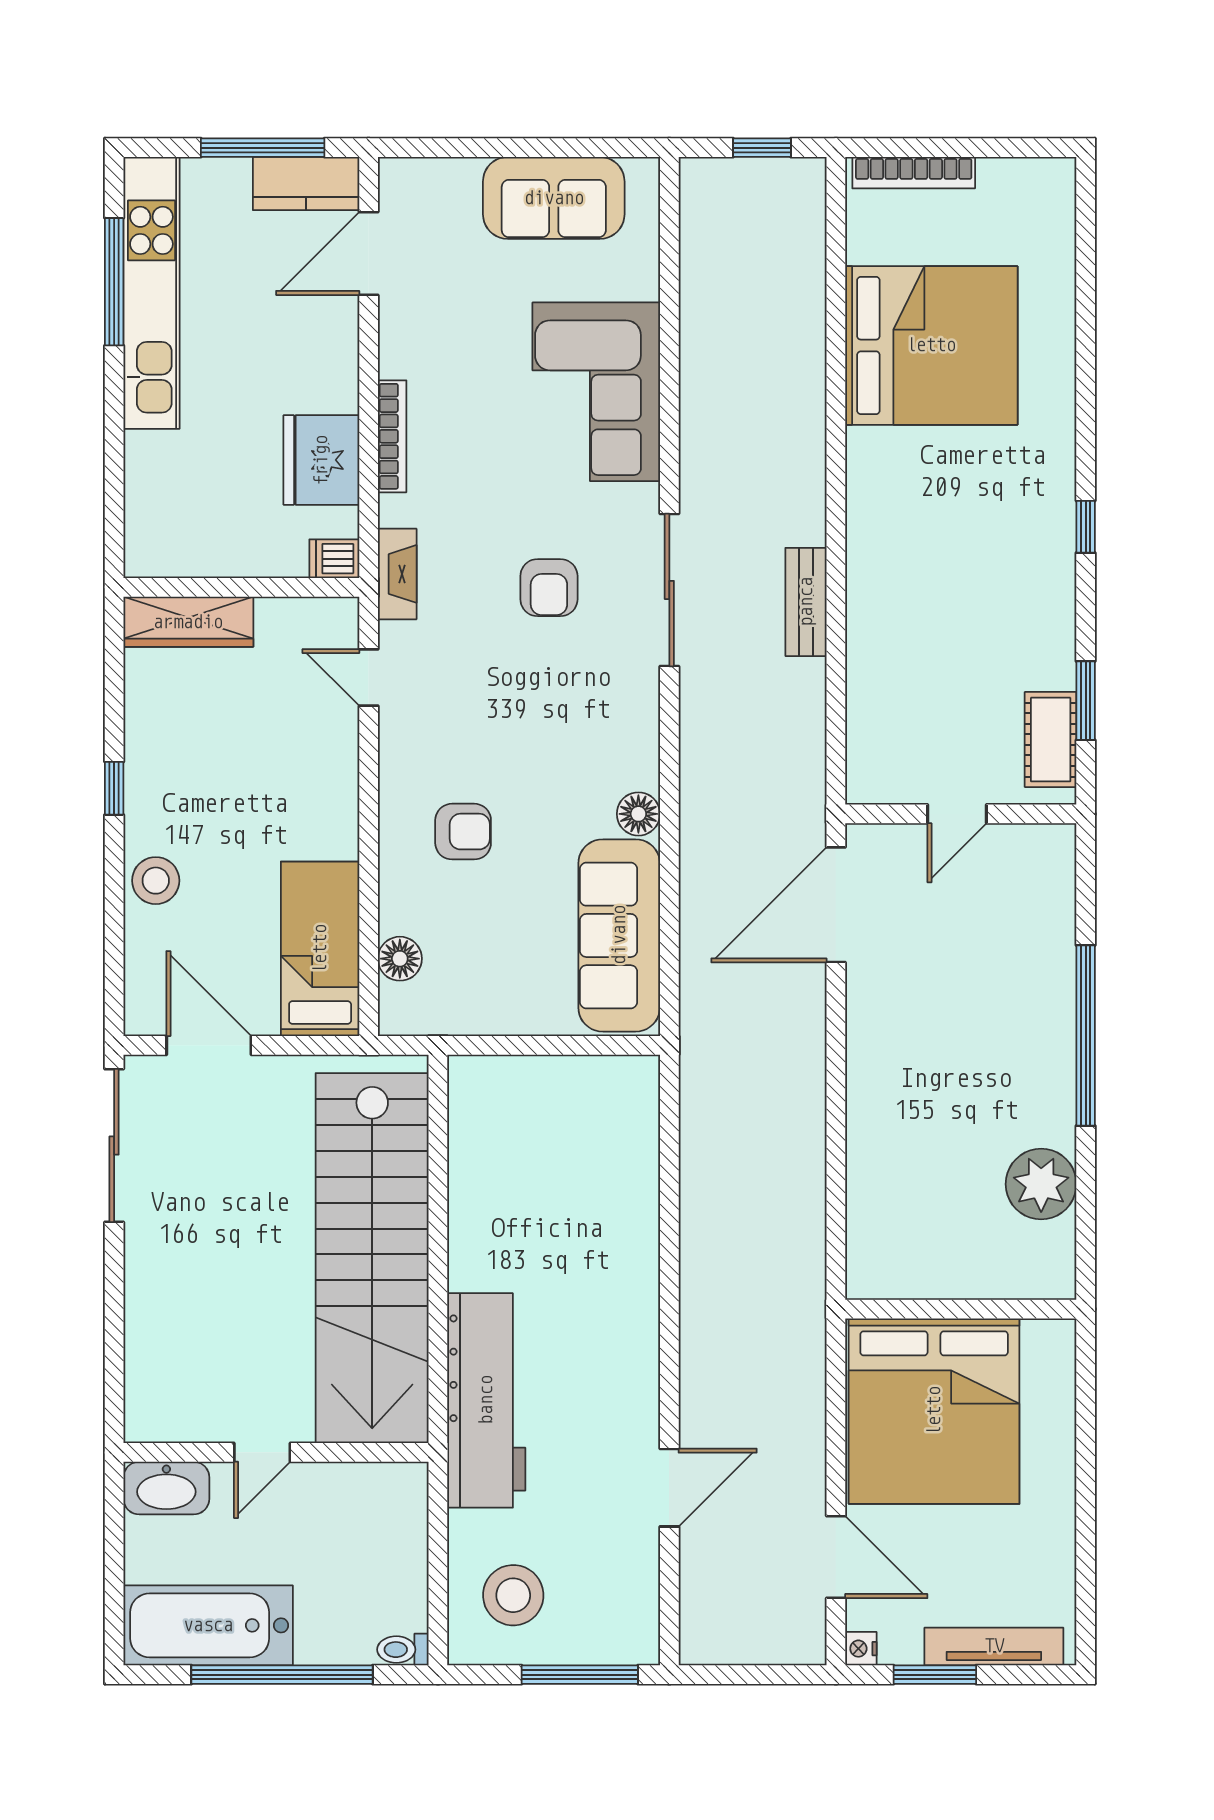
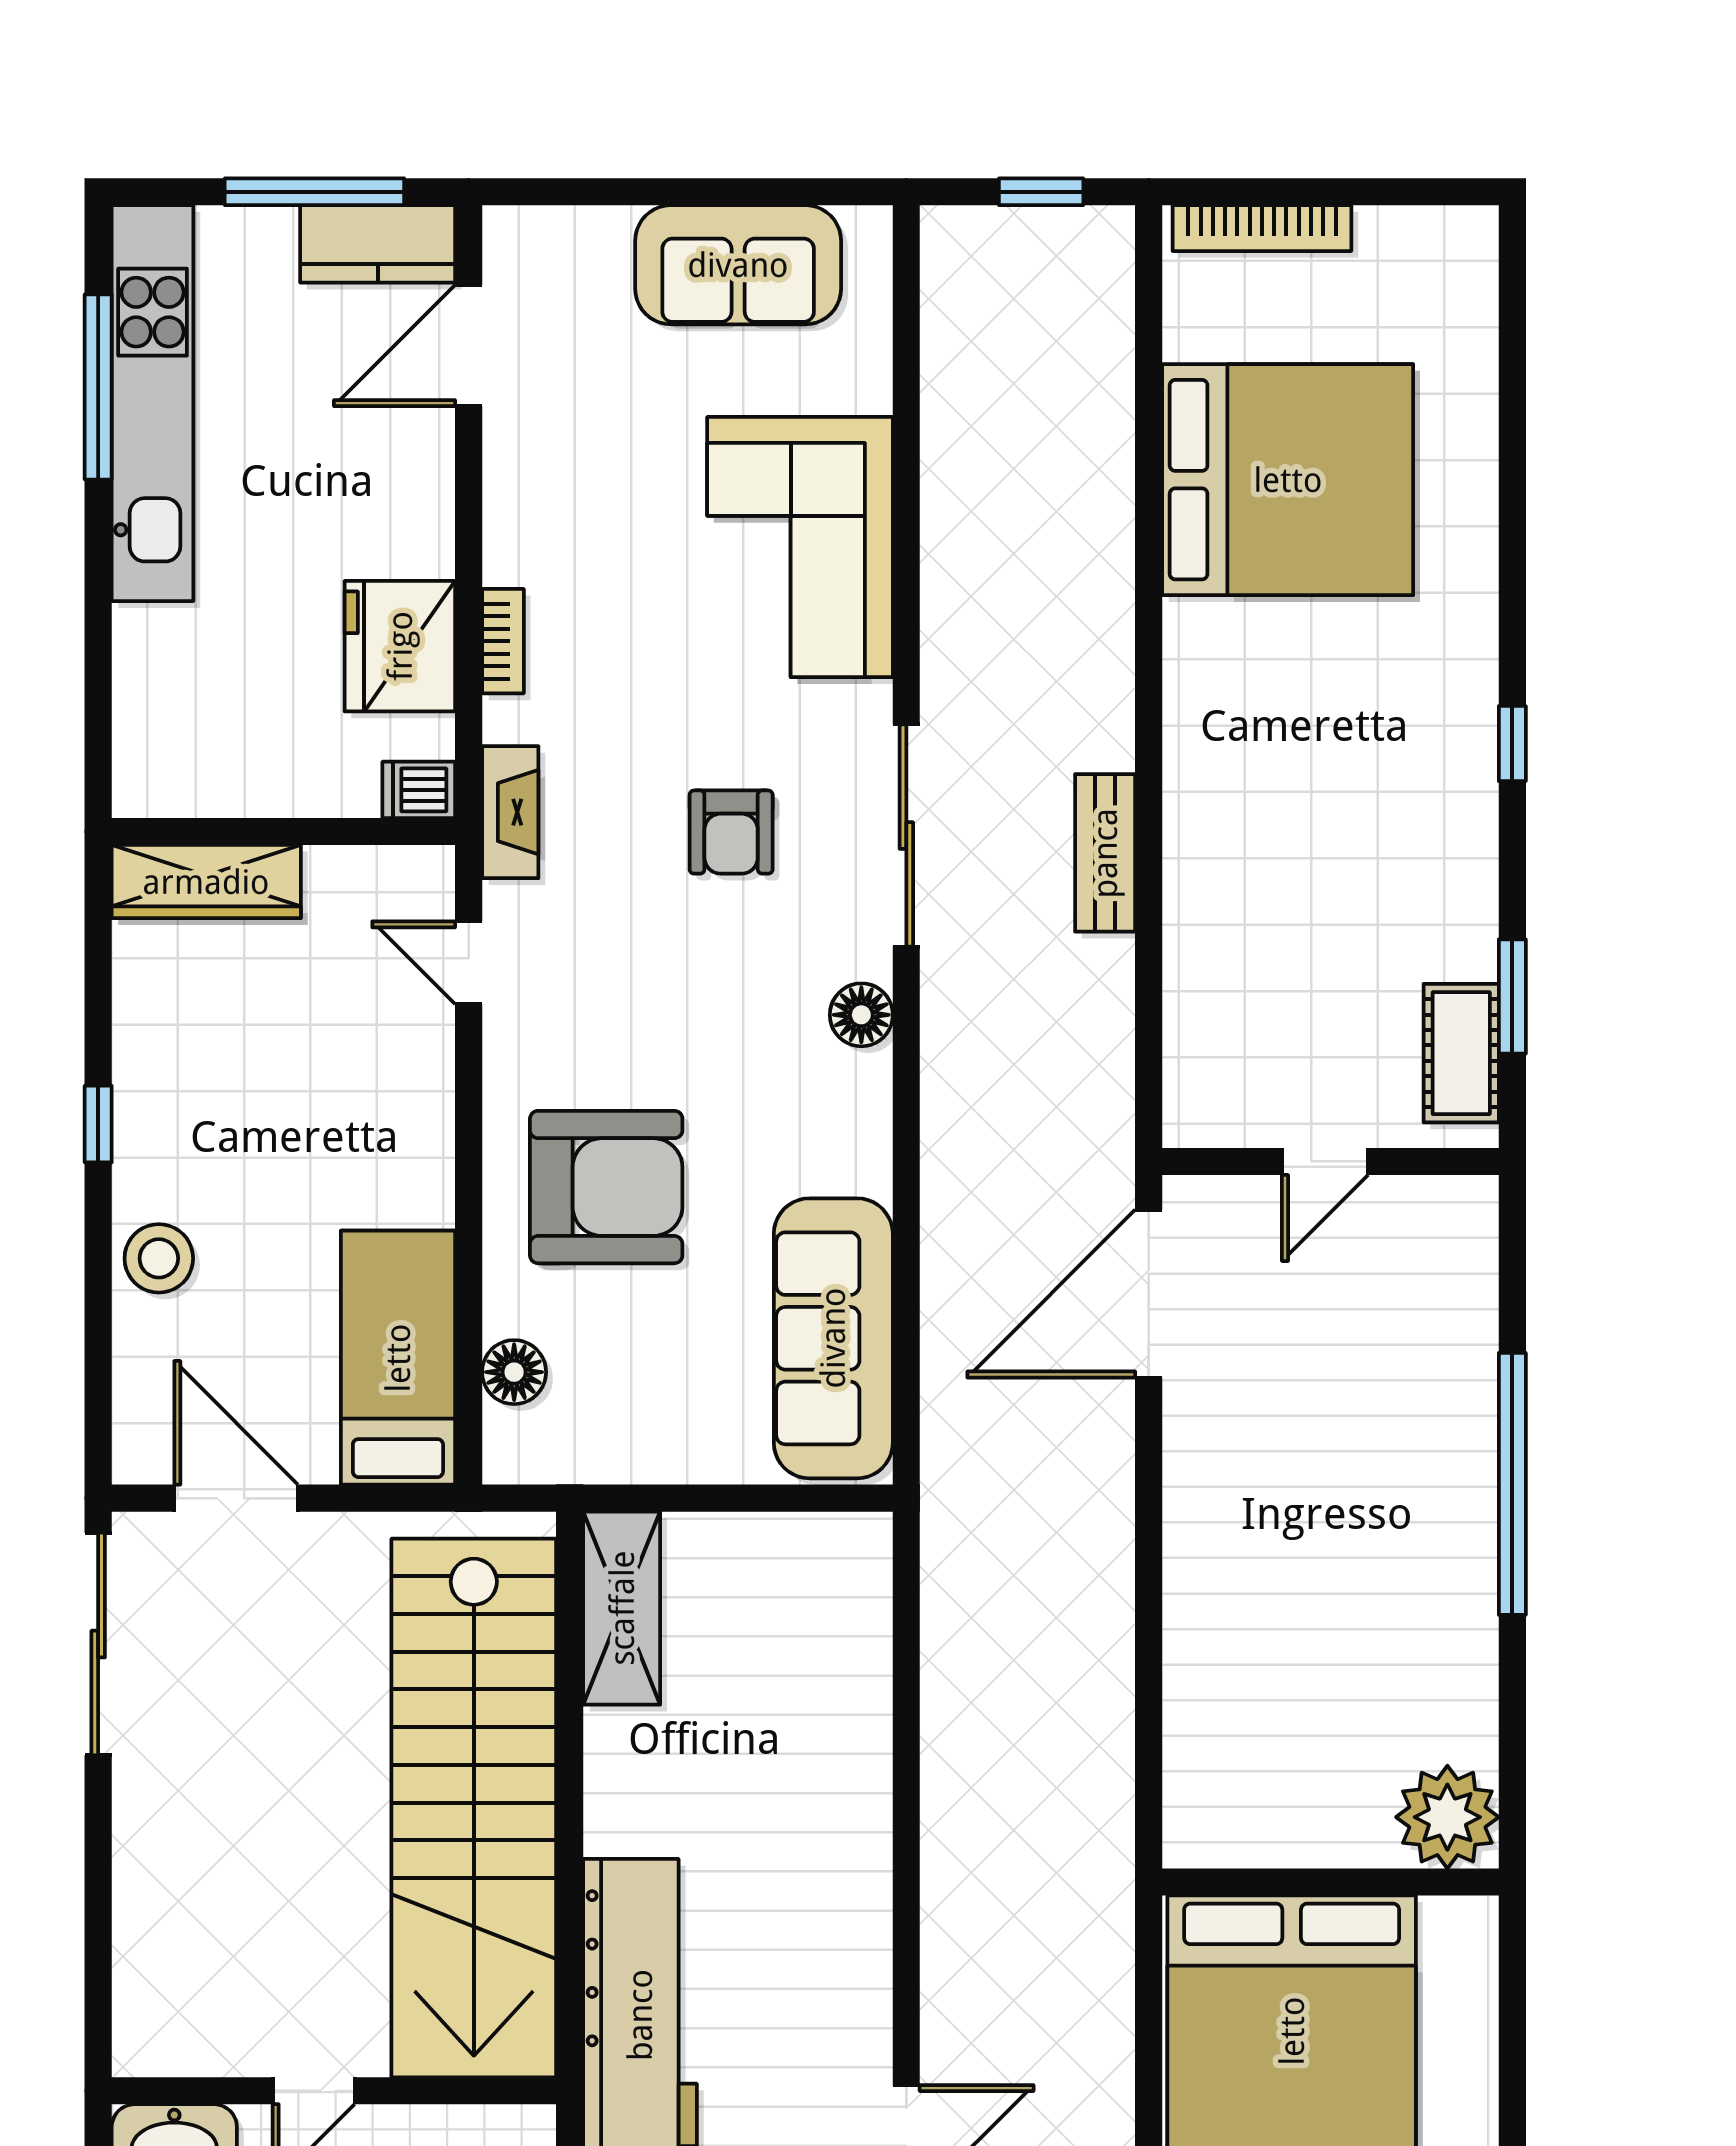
bookcase: (392, 436) -> (503, 641), width x0.64
floor lamp: (638, 814) -> (861, 1015), moved
armchair: (463, 832) -> (606, 1187), width x1.88, depth x1.88
shelving: (474, 1121) -> (622, 1608), added
plant: (1041, 1184) -> (1447, 1817), moved

